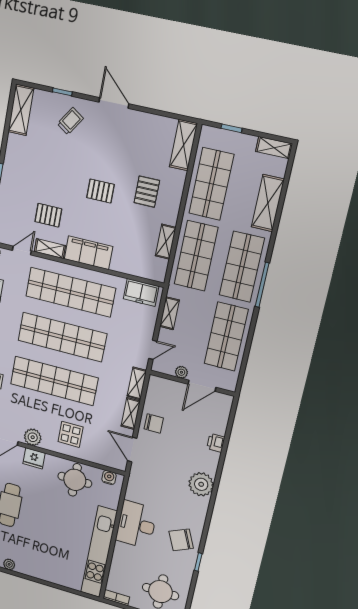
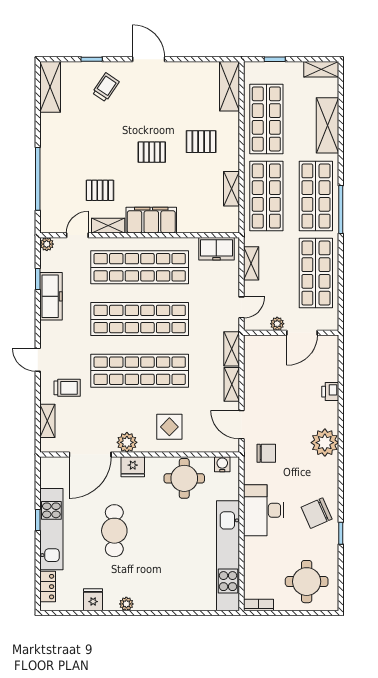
pallet: (147, 192) -> (201, 142), turned 90
chair: (154, 423) -> (266, 453), moved

